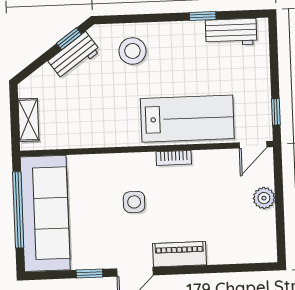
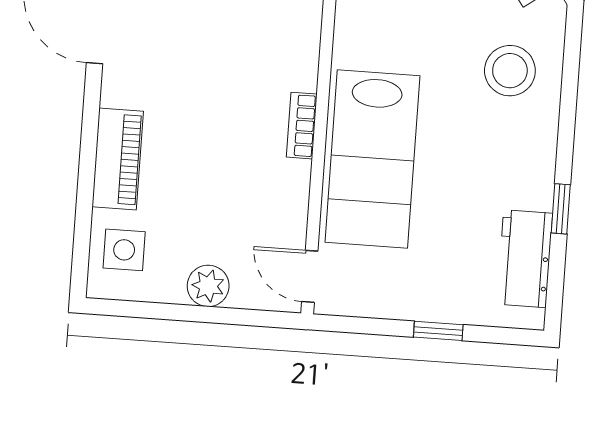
window: (276, 112) -> (438, 331), moved
side table: (134, 202) -> (124, 250), moved
piano: (179, 254) -> (118, 159), moved

